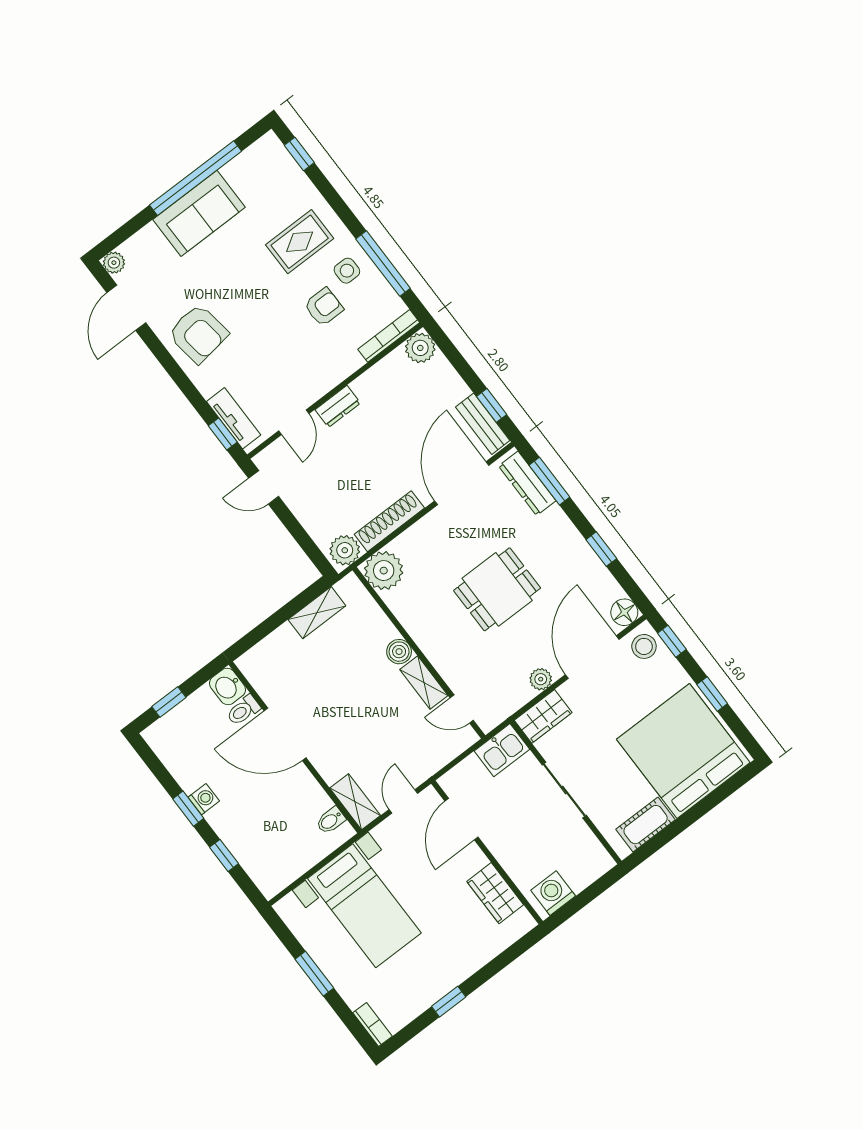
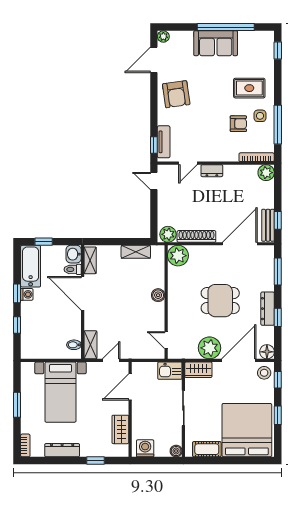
dresser: (527, 483) -> (268, 309), moved
plant: (541, 679) -> (209, 348), width x1.88, depth x1.88
shelving: (424, 682) -> (90, 260), moved
bathtub: (177, 753) -> (31, 266), added
boiler: (602, 862) -> (176, 451), added
dresser: (432, 990) -> (62, 450), added
window: (449, 1002) -> (96, 461), moved

